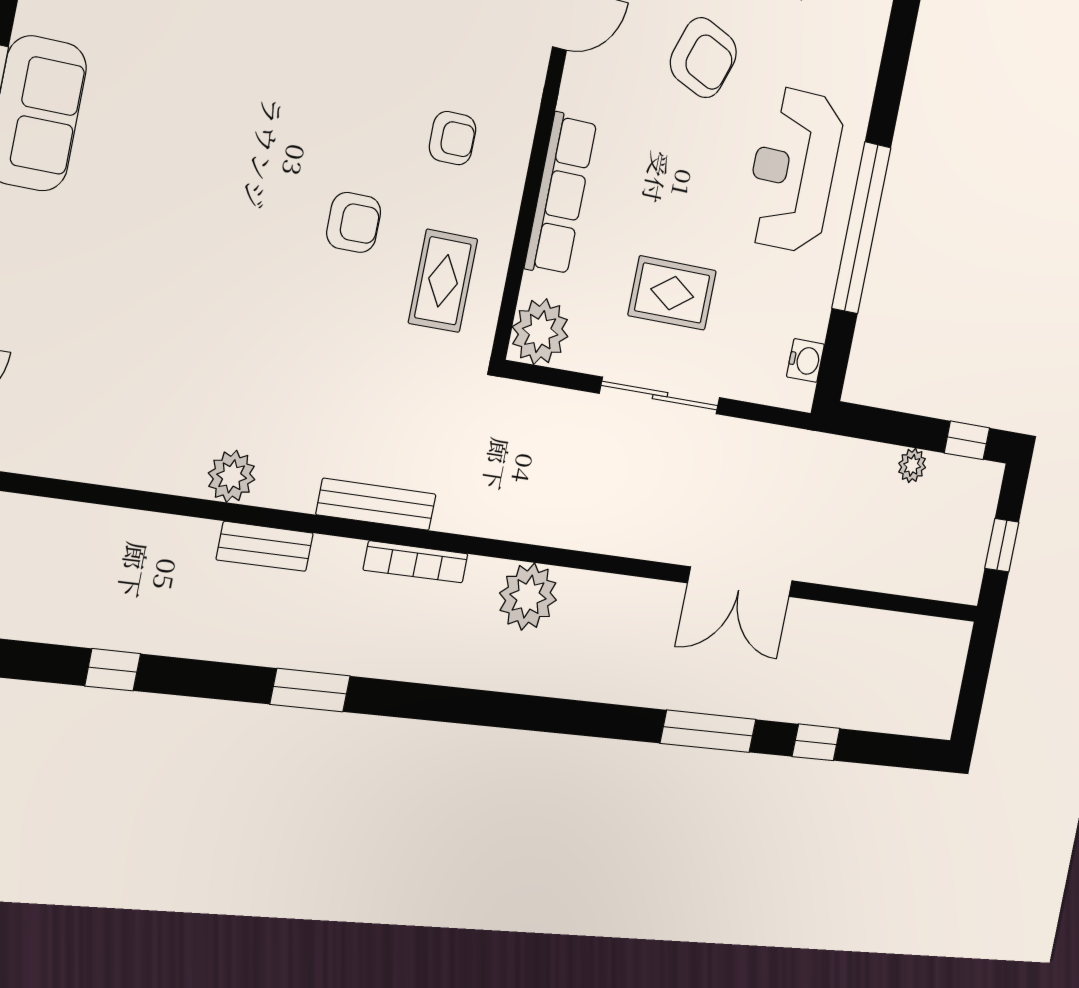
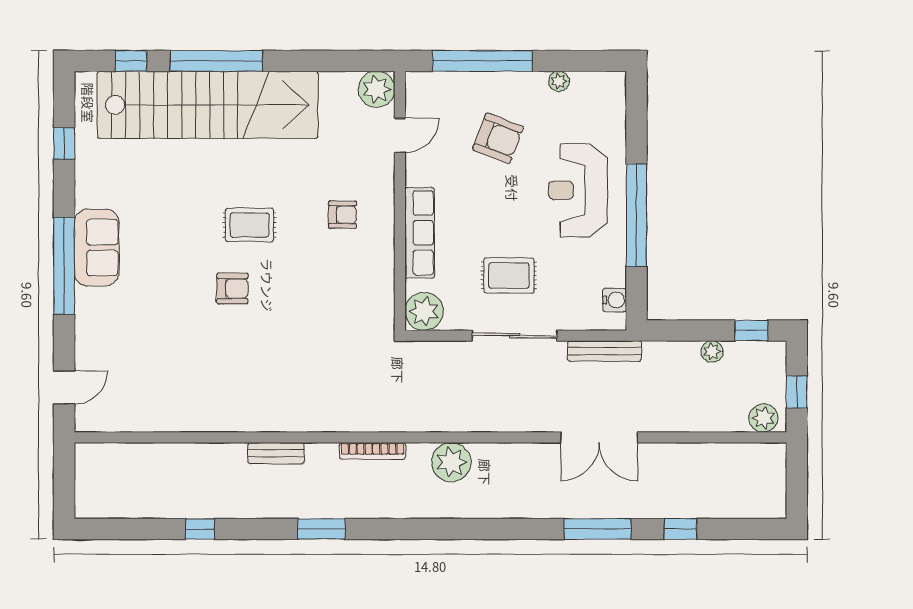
armchair: (354, 222) -> (232, 289), moved
rug: (443, 281) -> (250, 225), moved, turned 90
plant: (232, 476) -> (763, 418), moved
bench: (376, 504) -> (604, 351), moved

